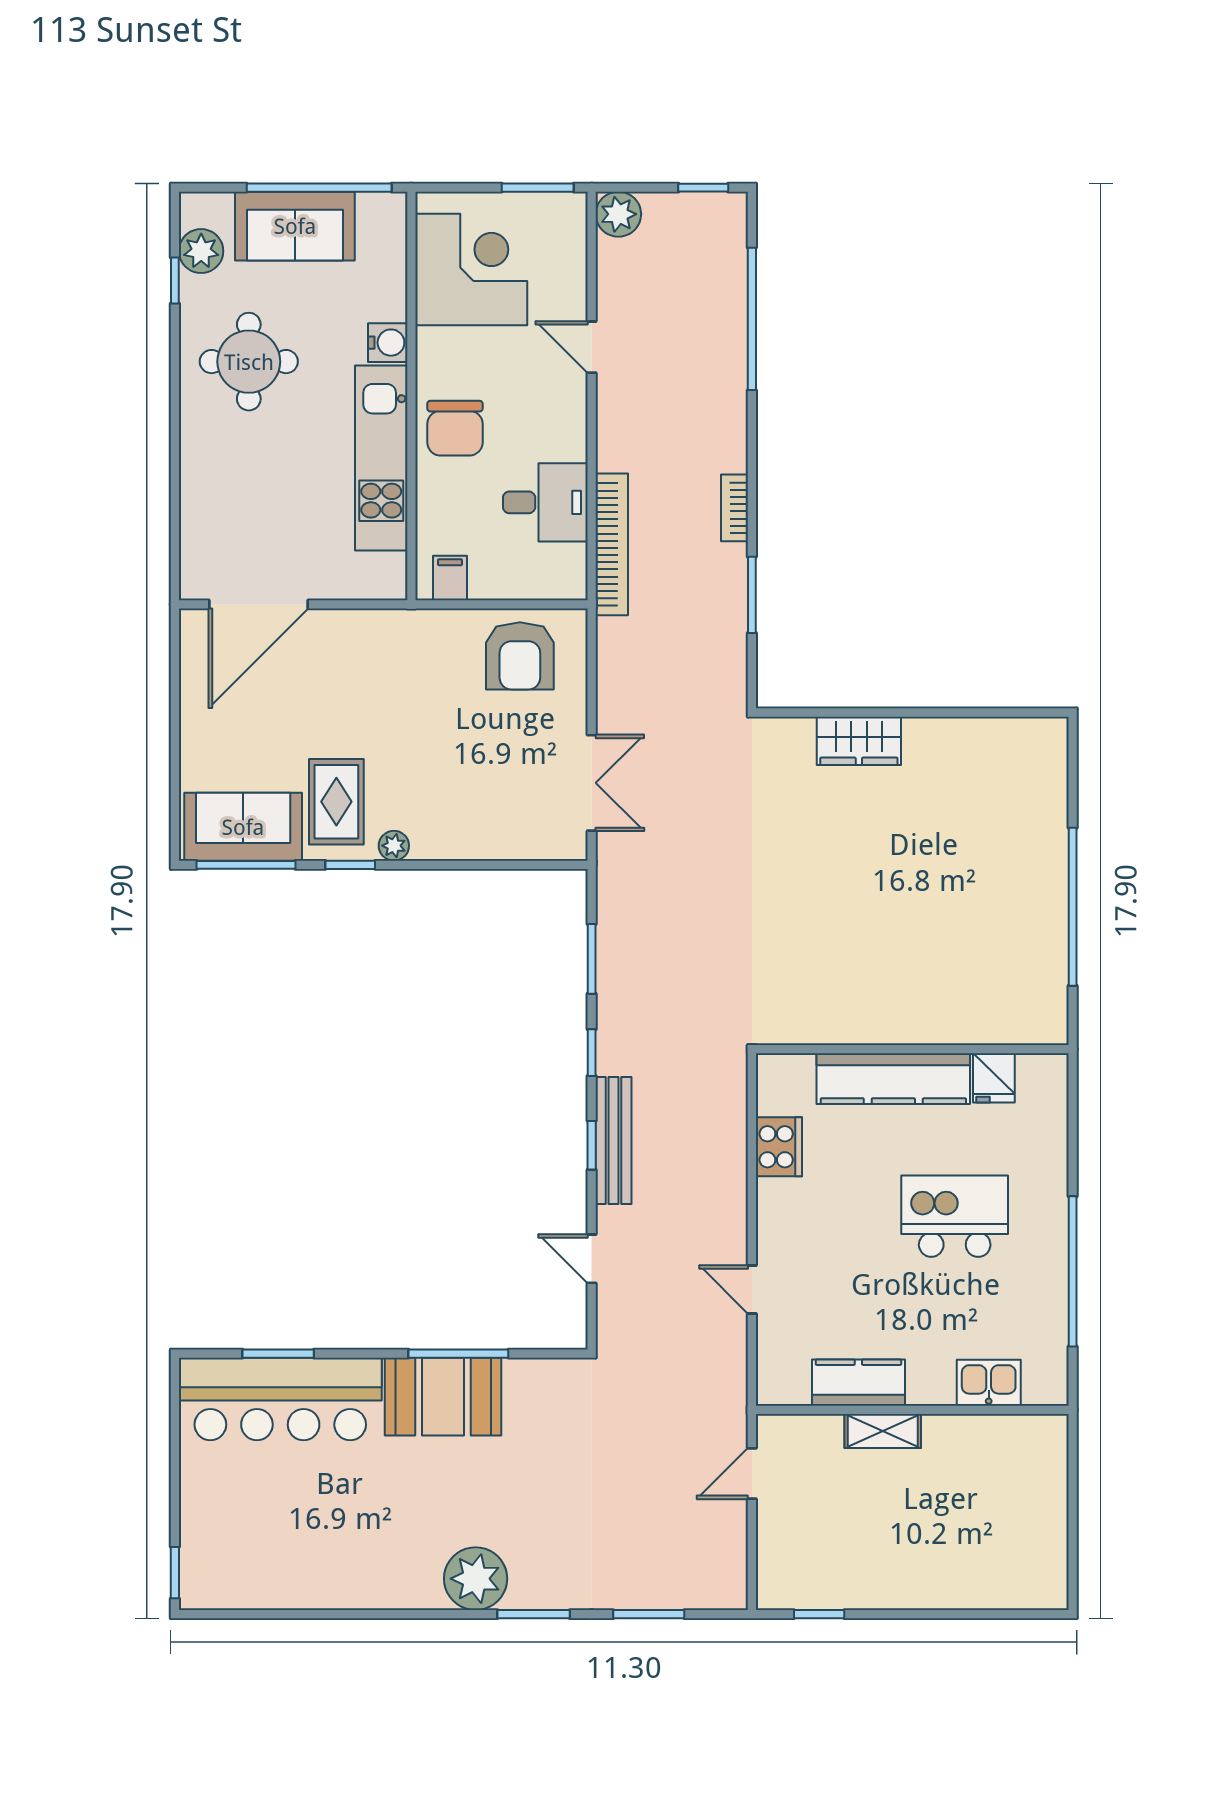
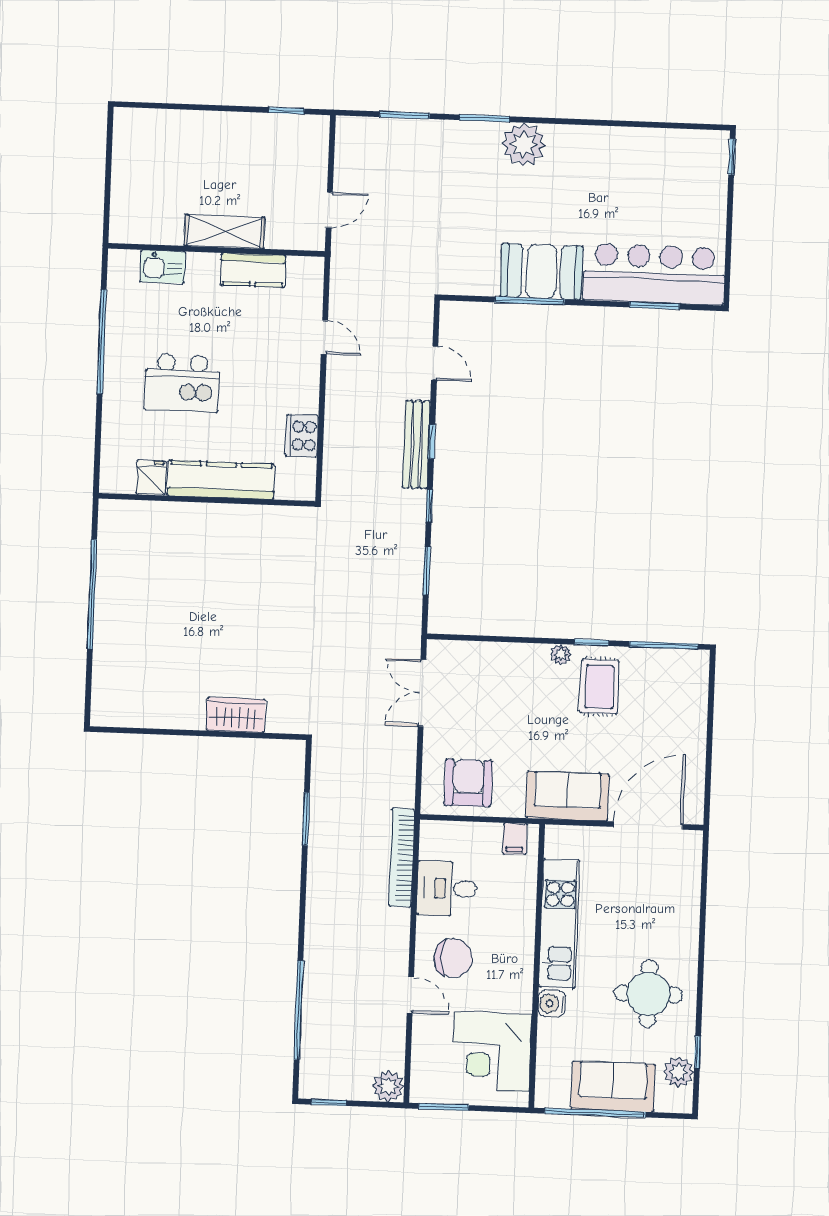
chair: (455, 428) -> (453, 958), moved, turned 90
bookcase: (735, 508) -> (316, 880), removed
sofa: (243, 827) -> (568, 796), moved, turned 180
shelving: (883, 1431) -> (224, 232), width x1.50, depth x1.33

